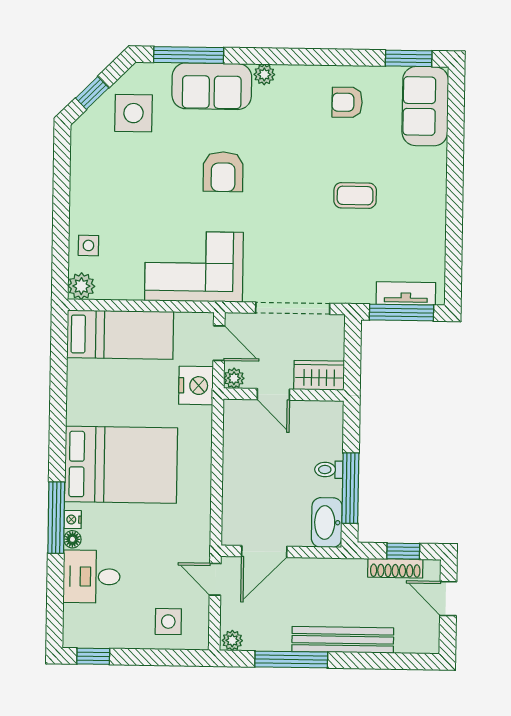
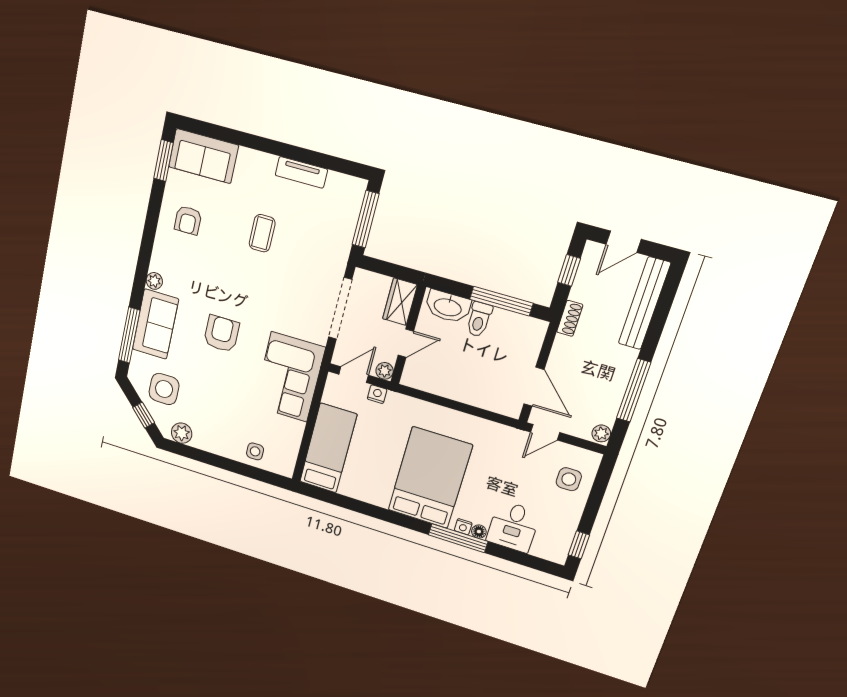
armchair: (223, 172) -> (221, 334), turned -90
plant: (81, 286) -> (182, 433), moved
tv unit: (406, 293) -> (301, 172), moved, turned -90
nightstand: (196, 385) -> (377, 394), width x0.53, depth x0.56
toilet: (329, 470) -> (479, 319), width x1.37, depth x1.39
washbasin: (327, 523) -> (448, 307), moved
shoe rack: (395, 568) -> (570, 318), moved, width x0.70
bench: (343, 640) -> (644, 303), moved

